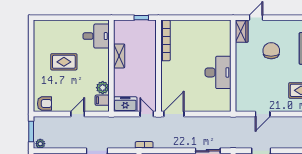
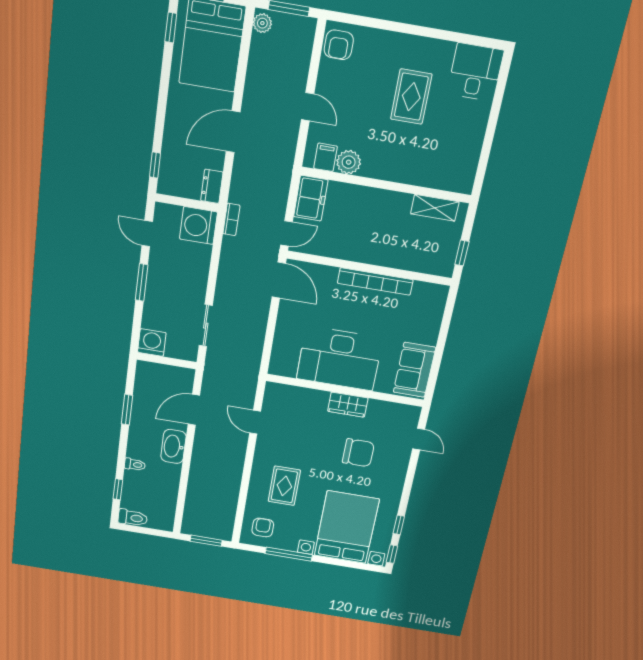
sofa: (213, 29) -> (414, 370), added
wardrobe: (242, 31) -> (348, 405), moved
desk: (96, 36) -> (475, 72), moved, turned 180
bookcase: (165, 40) -> (375, 281), moved
shelving: (119, 56) -> (435, 208), moved
desk: (218, 72) -> (339, 359), width x1.36, depth x1.30

